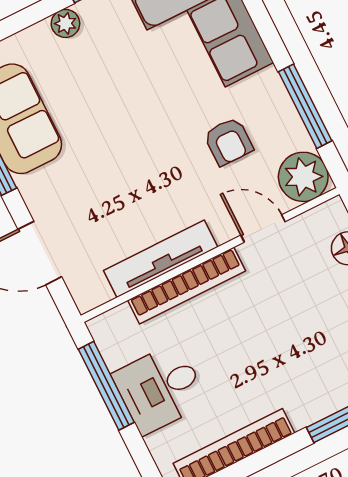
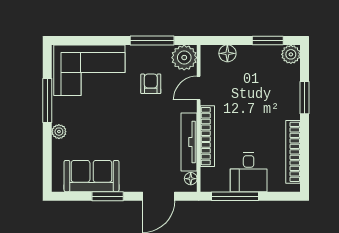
armchair: (228, 142) -> (151, 84), turned -90
floor lamp: (98, 294) -> (191, 179), added

